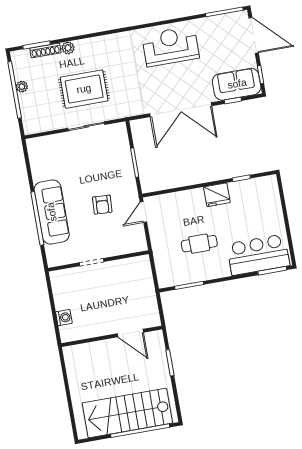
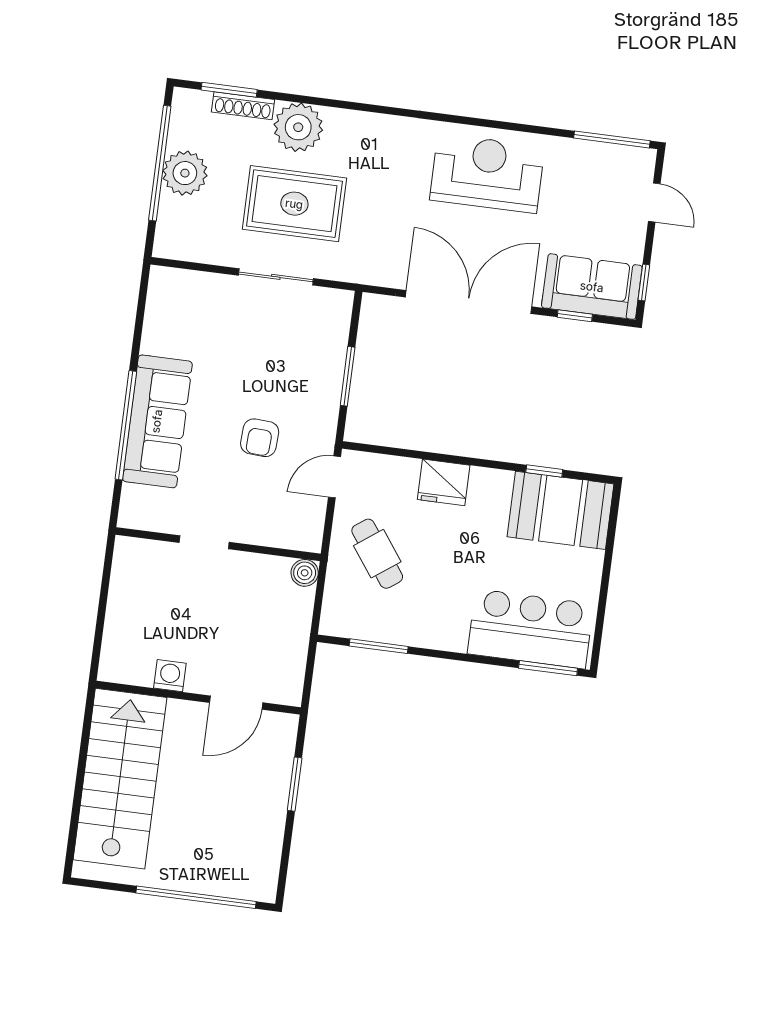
door: (254, 35) -> (654, 203), width x0.53
plant: (68, 48) -> (298, 127), width x1.88, depth x1.88
plant: (22, 87) -> (185, 173), width x1.88, depth x1.88
double door: (181, 110) -> (469, 302), swing flipped
booth: (255, 194) -> (561, 510), added
fridge: (217, 195) -> (444, 482), moved
cafe table: (199, 244) -> (377, 554), moved, turned 54
boiler: (143, 262) -> (305, 573), added
washing machine: (64, 318) -> (170, 676), moved, turned -90
door: (130, 333) -> (236, 703), hinge flipped
stairs: (127, 413) -> (120, 779), moved, turned 90

